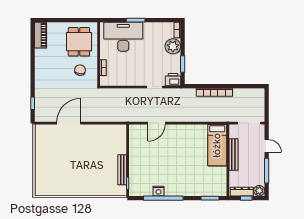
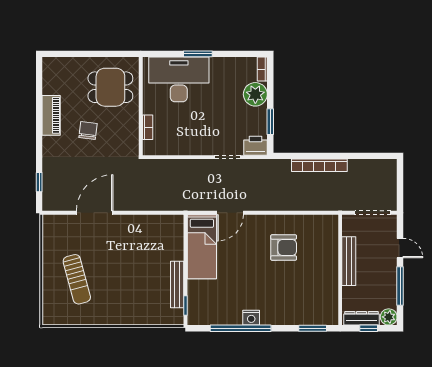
piano: (40, 35) -> (51, 115), moved
dining table: (79, 42) -> (110, 87), turned 90
chair: (80, 70) -> (88, 130), moved
bed: (217, 145) -> (202, 247), moved
armchair: (191, 146) -> (284, 248), added
sun lounger: (57, 166) -> (77, 279), added
nightstand: (158, 191) -> (251, 318), moved

